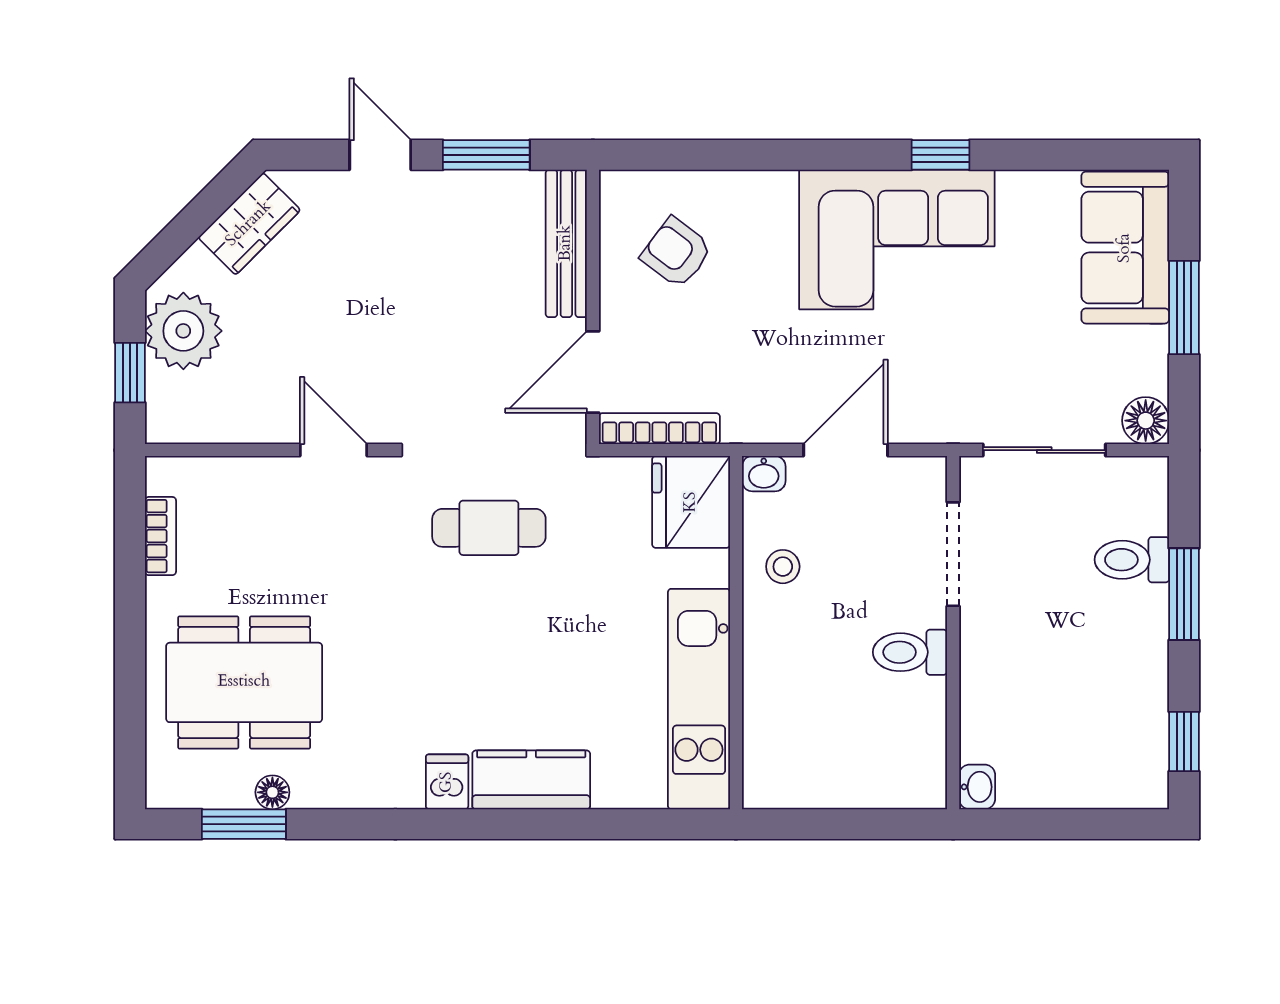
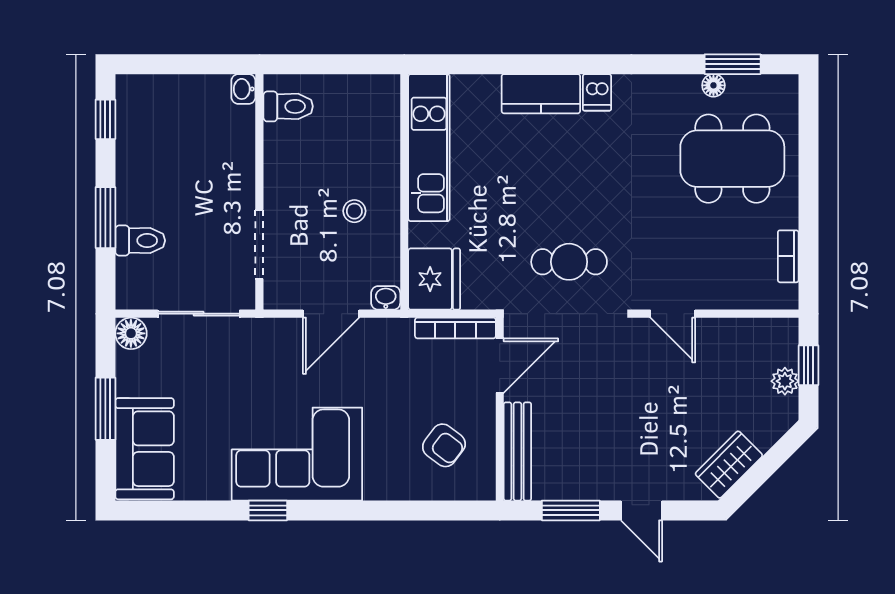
plant: (183, 331) -> (785, 381), width x0.53, depth x0.53
stool: (783, 567) -> (354, 211), moved
toilet: (910, 652) -> (288, 106), moved

